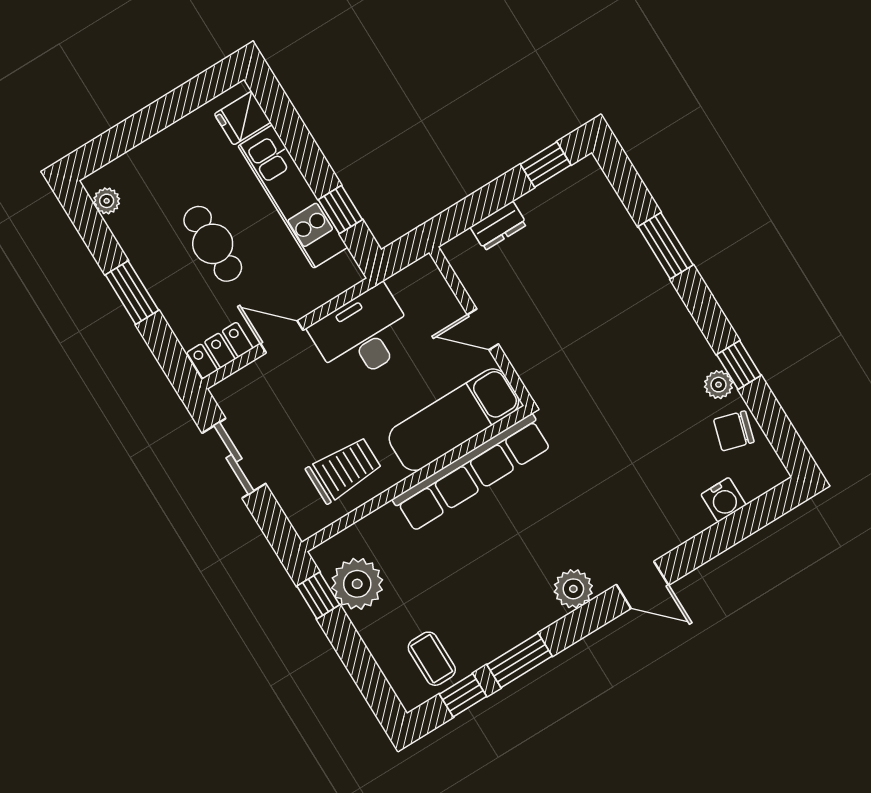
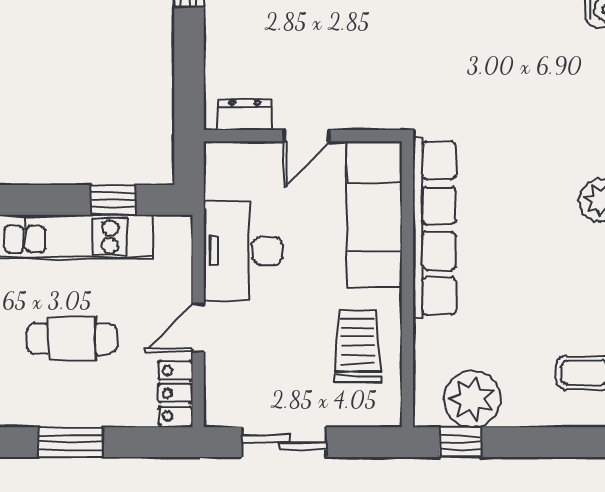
dresser: (499, 226) -> (245, 115), moved, turned -90

